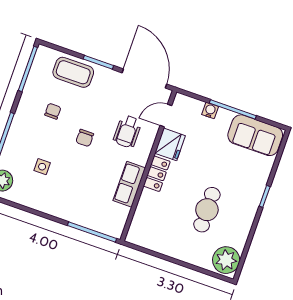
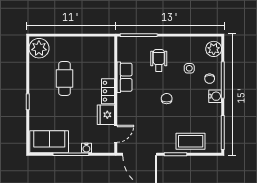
chair: (53, 111) -> (210, 79), moved
water cooler: (21, 119) -> (215, 96), added
wheelchair: (127, 131) -> (159, 60), moved

